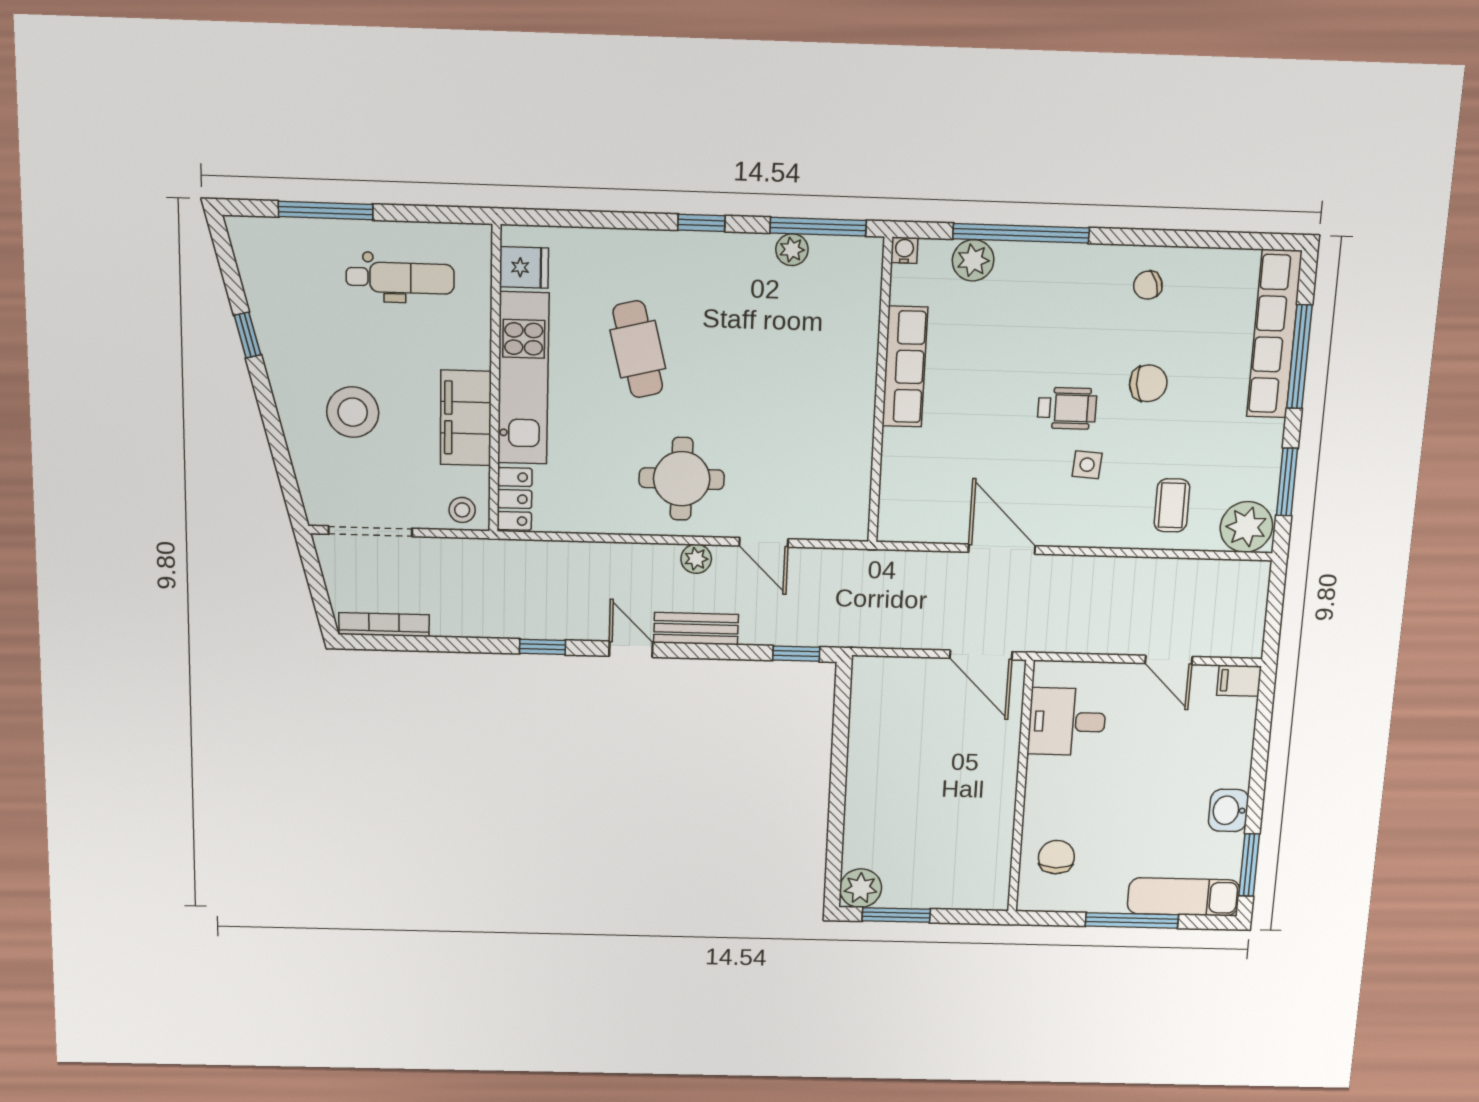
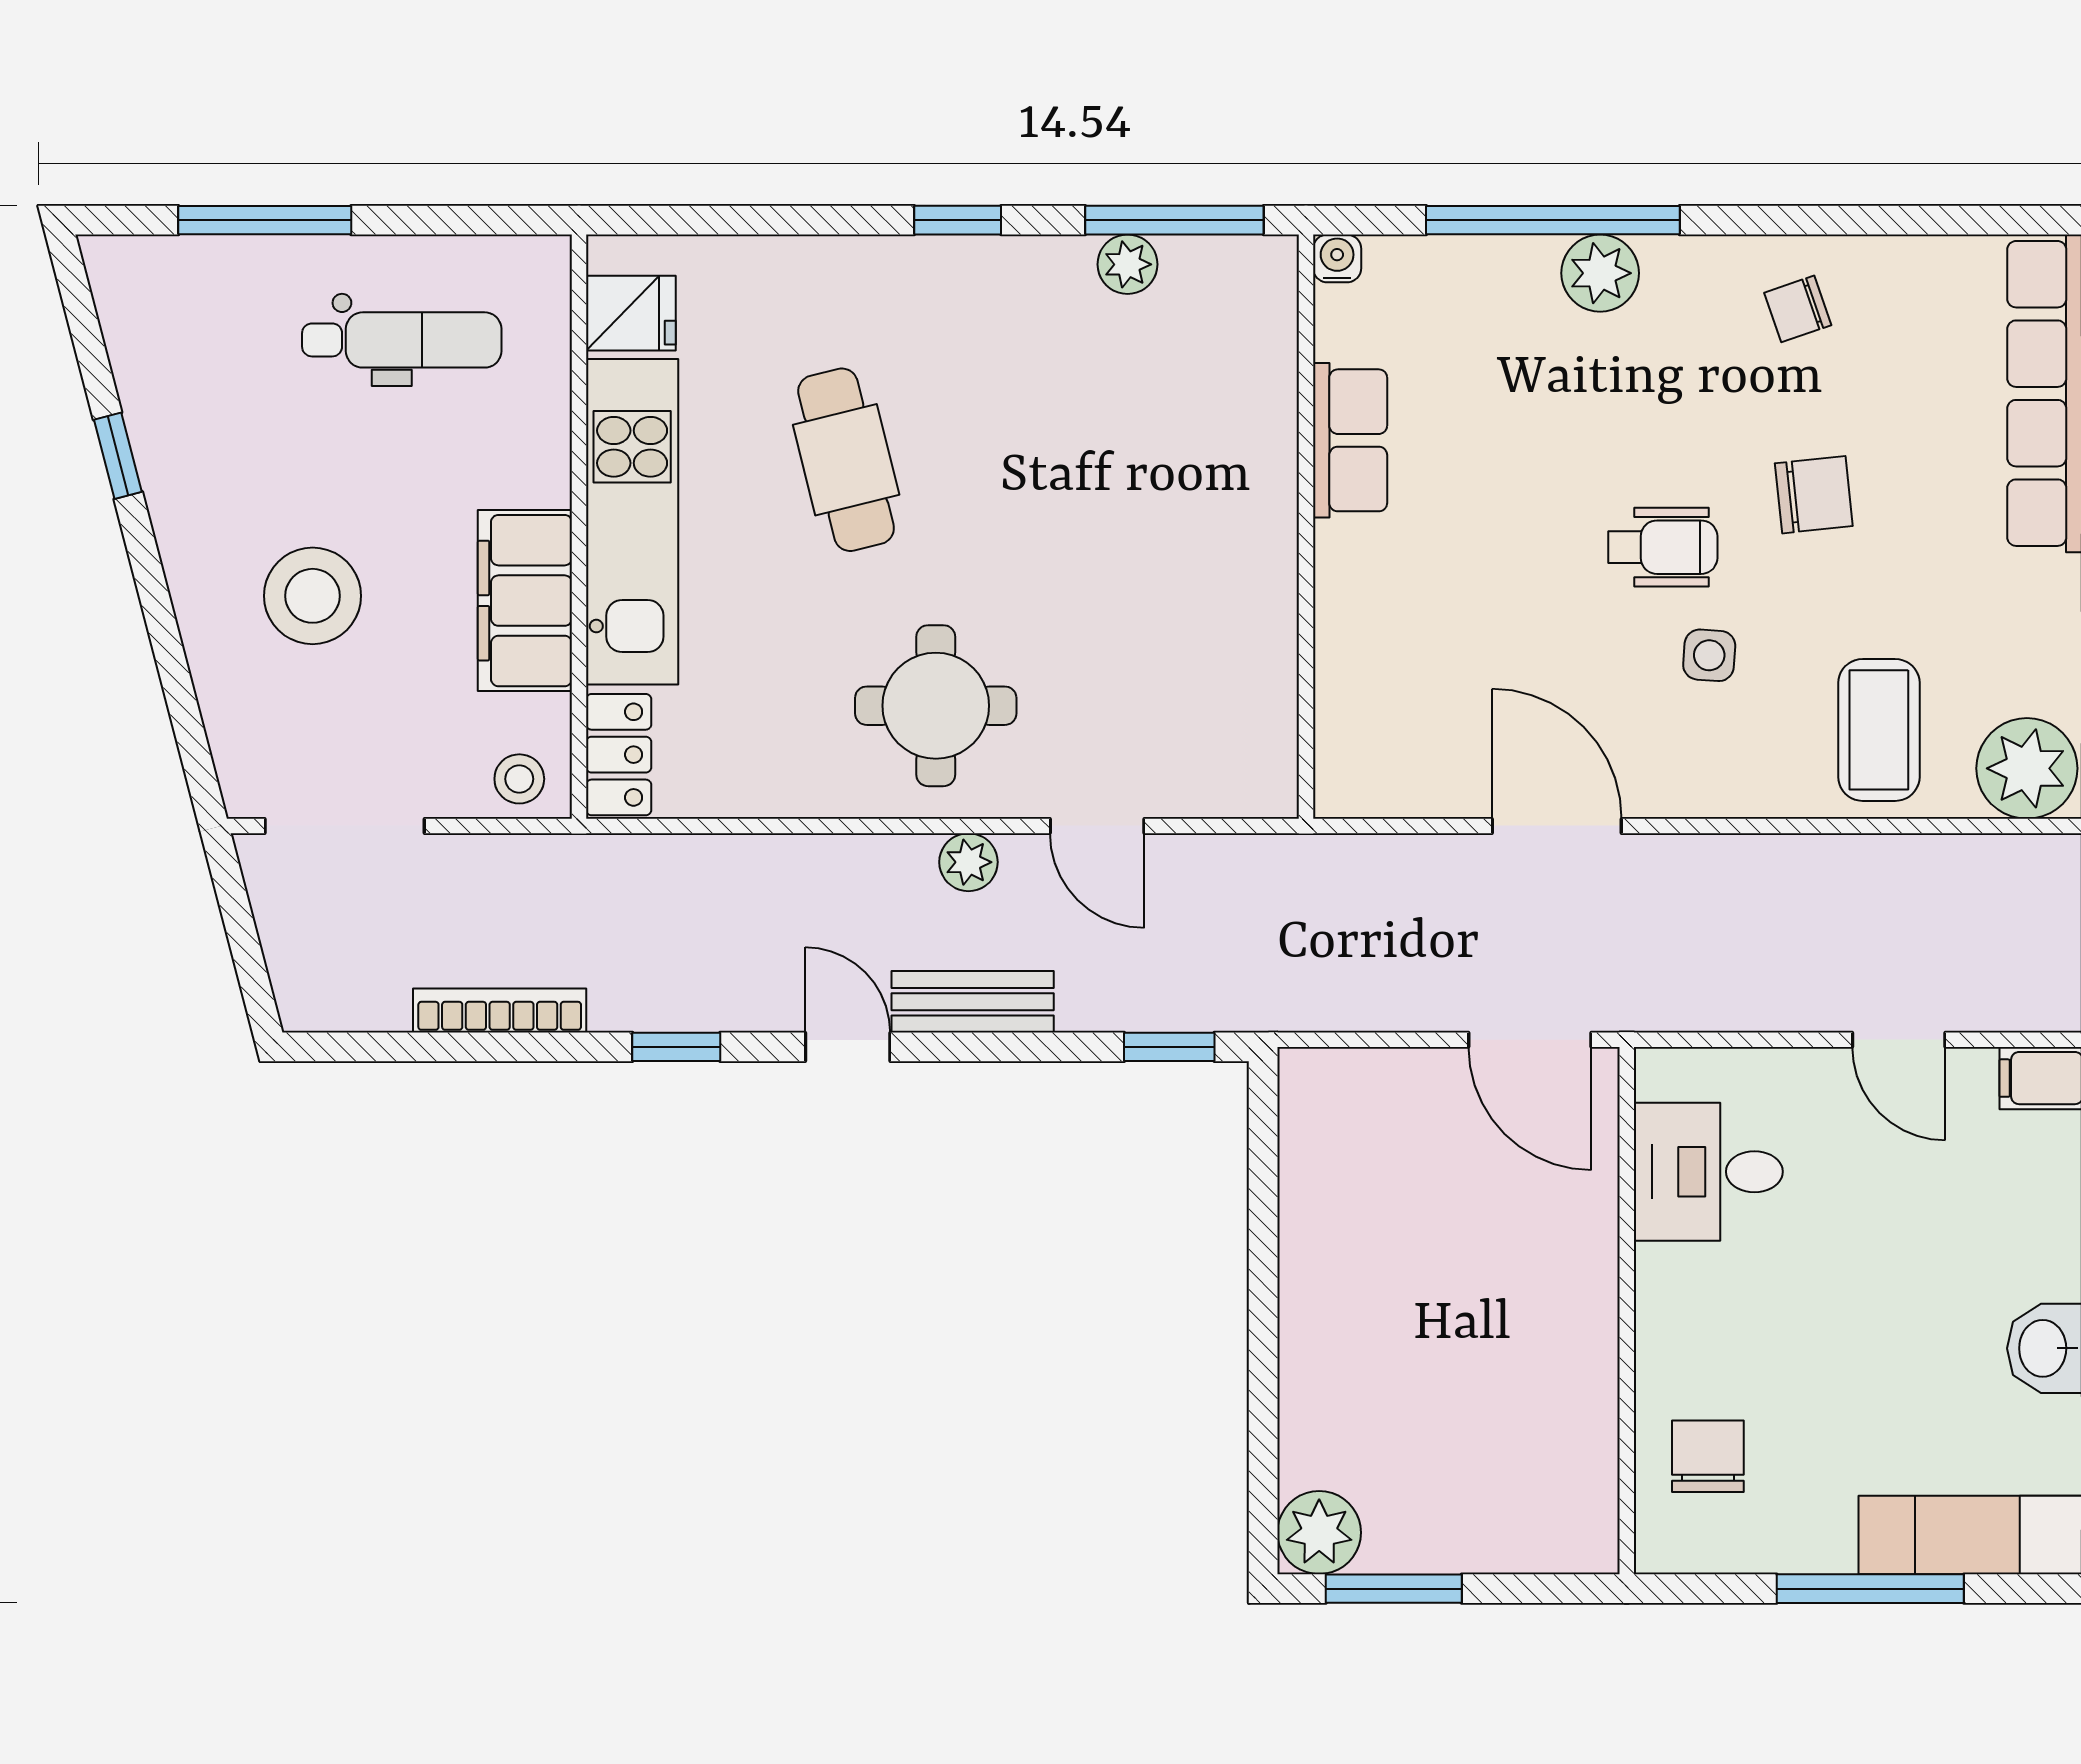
plant: (973, 260) -> (1600, 273), moved
row of seats: (905, 367) -> (1350, 440), width x0.68
coffee table: (1172, 505) -> (1879, 730), width x1.36, depth x1.30
bookcase: (384, 625) -> (500, 1010), moved

